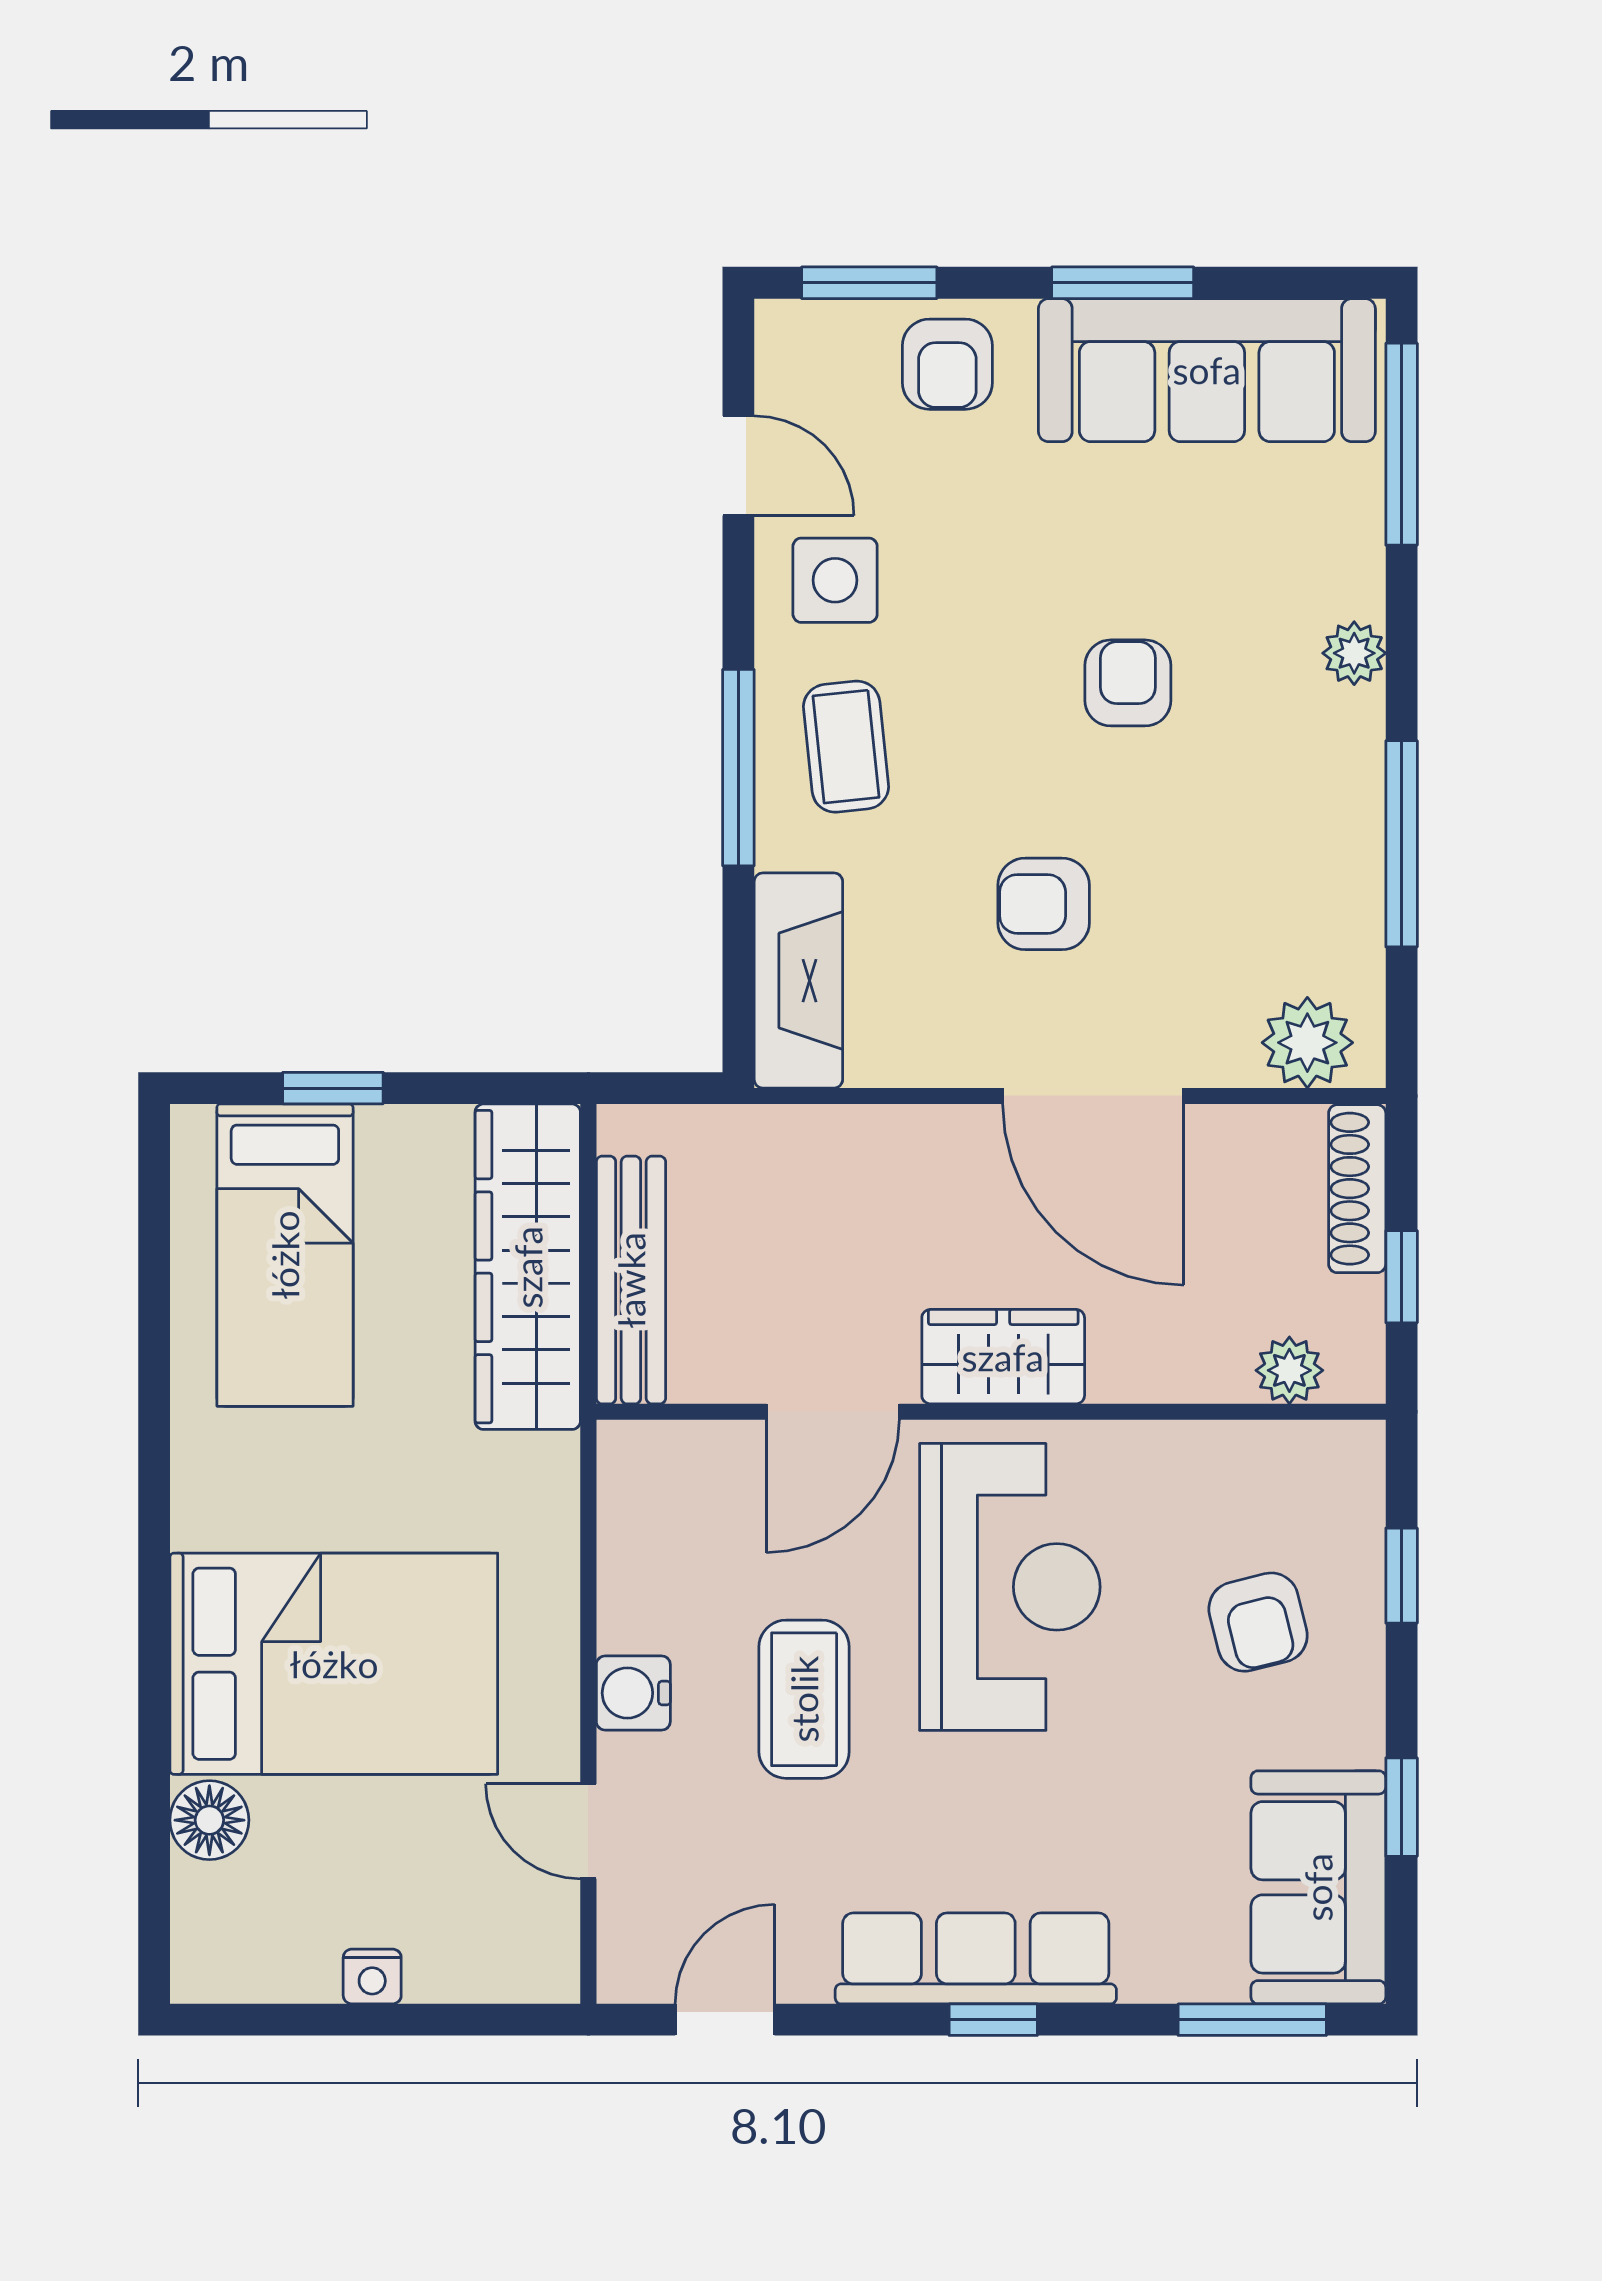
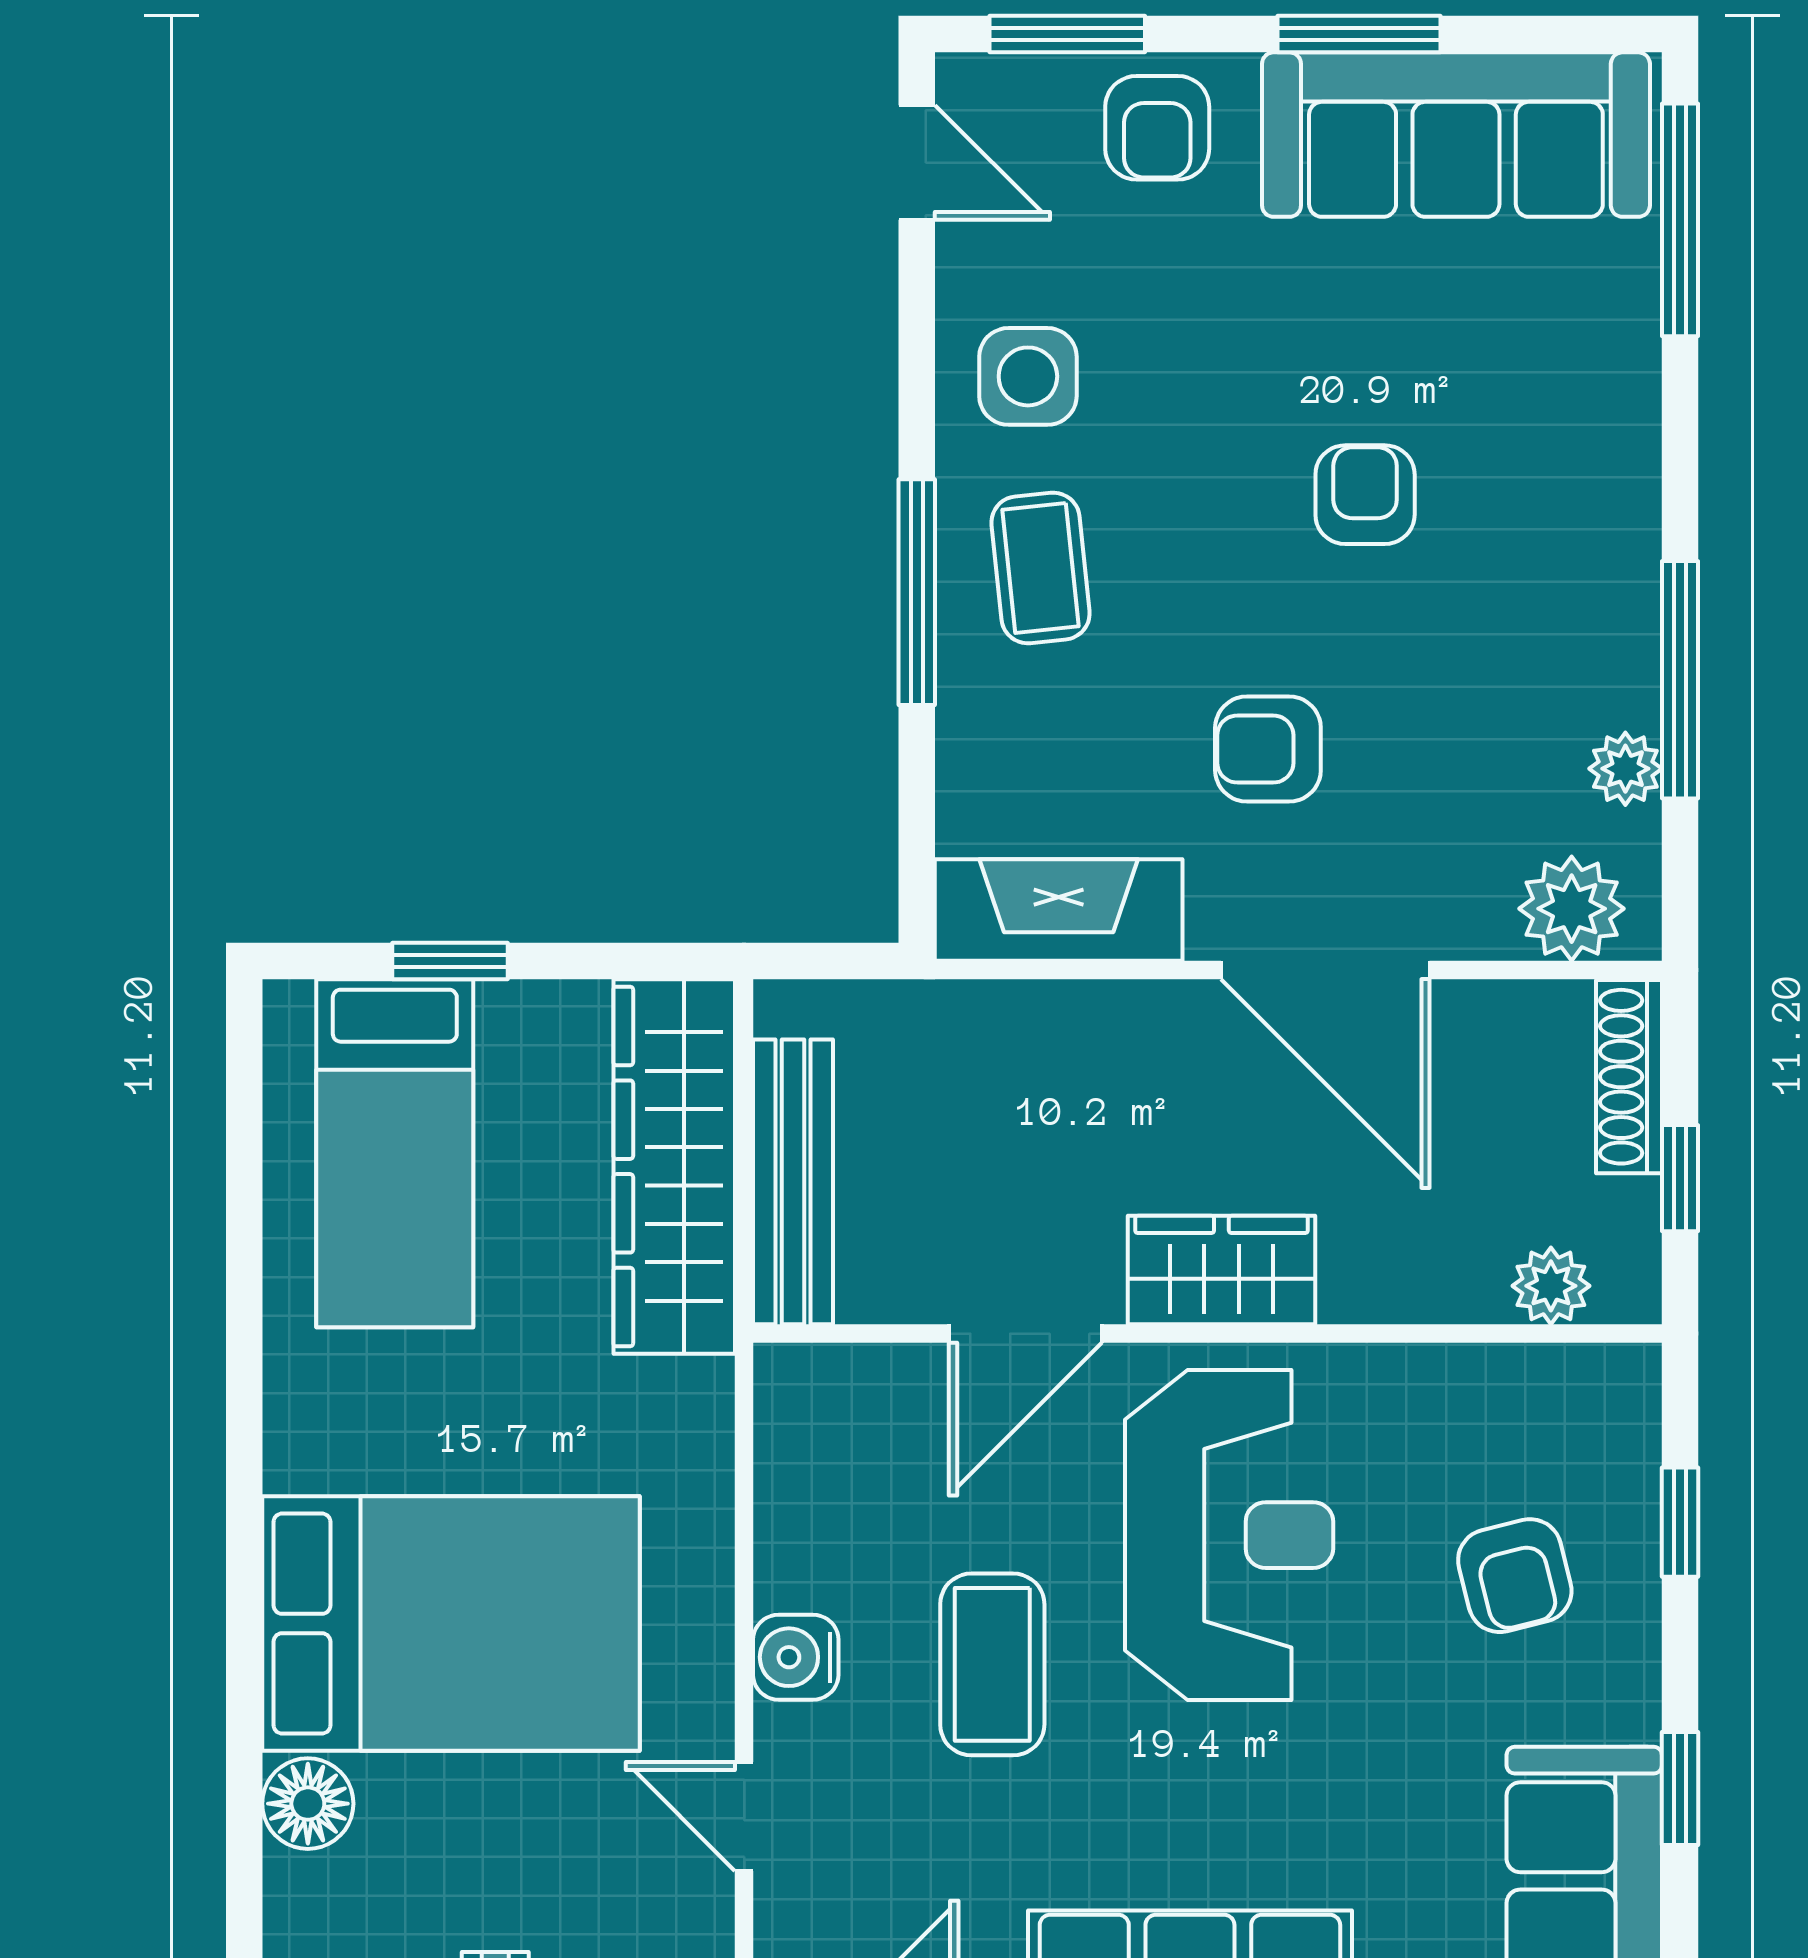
door: (738, 466) -> (917, 163), moved
plant: (1354, 653) -> (1625, 769), moved
fireplace: (798, 981) -> (1059, 910), moved, turned -90

